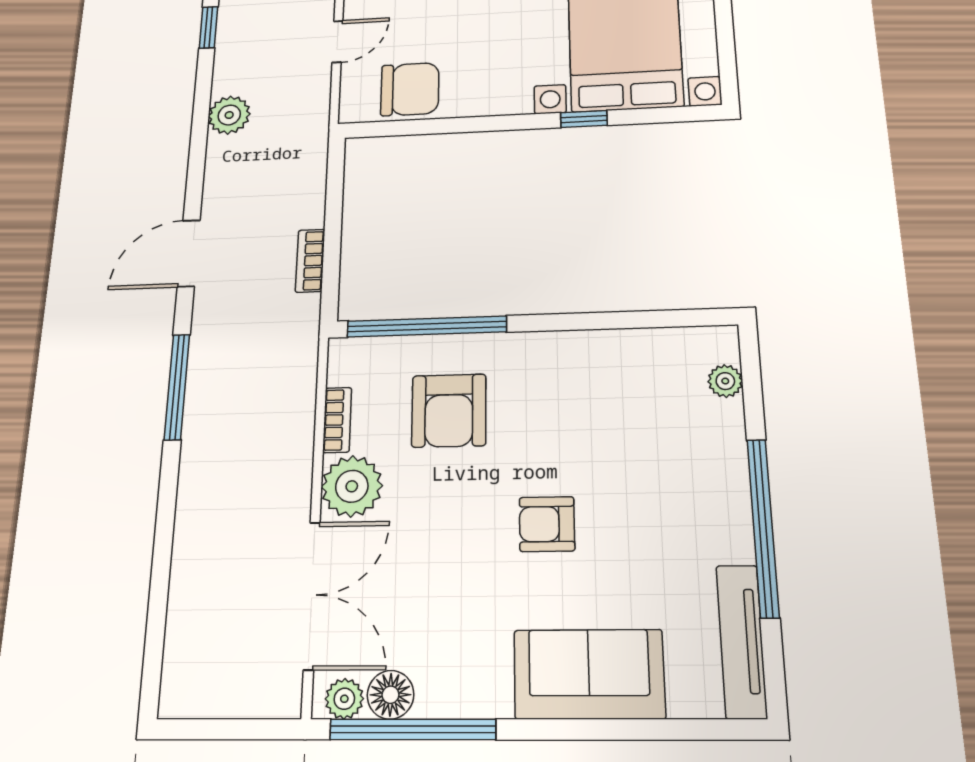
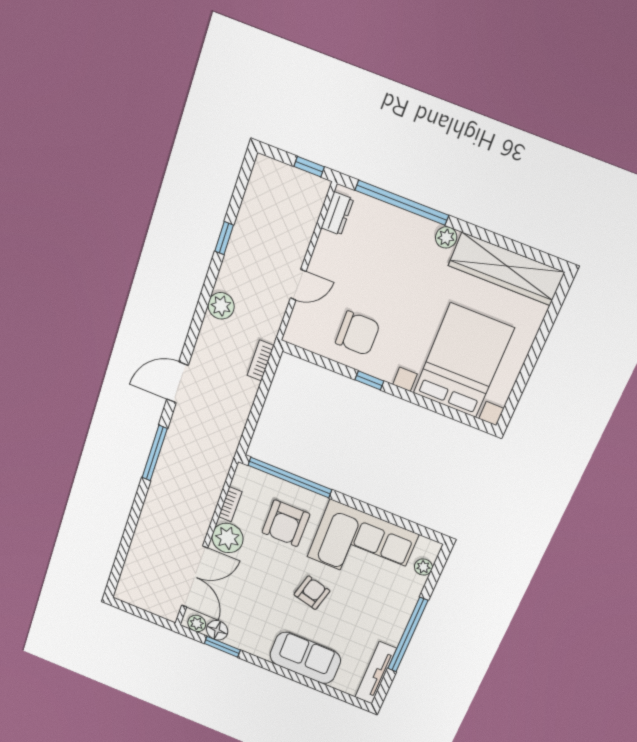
chair: (410, 89) -> (358, 333), moved
window: (584, 119) -> (369, 380), moved
bookcase: (310, 261) -> (261, 361), moved
corner sofa: (601, 390) -> (362, 546), added
armchair: (547, 524) -> (312, 593), turned 104
window: (413, 729) -> (222, 647), width x0.47

